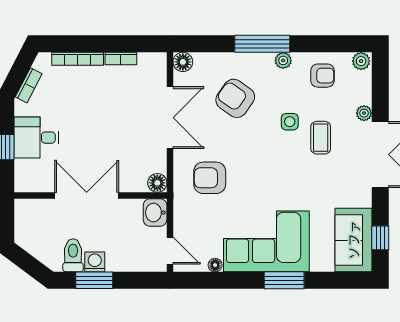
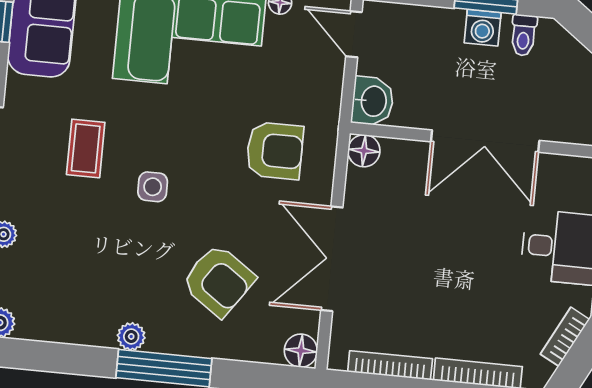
bookcase: (121, 58) -> (390, 365), width x1.56
armchair: (322, 76) -> (67, 304), removed
side table: (290, 122) -> (153, 187), moved
coffee table: (321, 138) -> (86, 148), moved
toilet: (73, 255) -> (524, 35), width x0.73, depth x0.72

